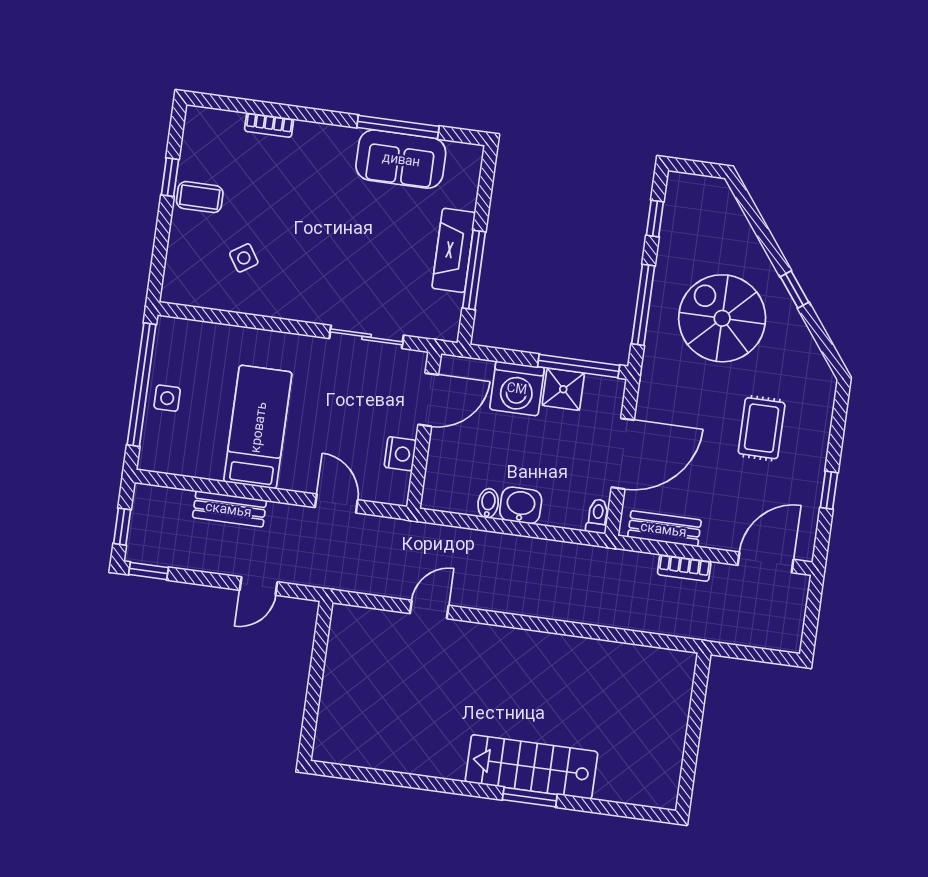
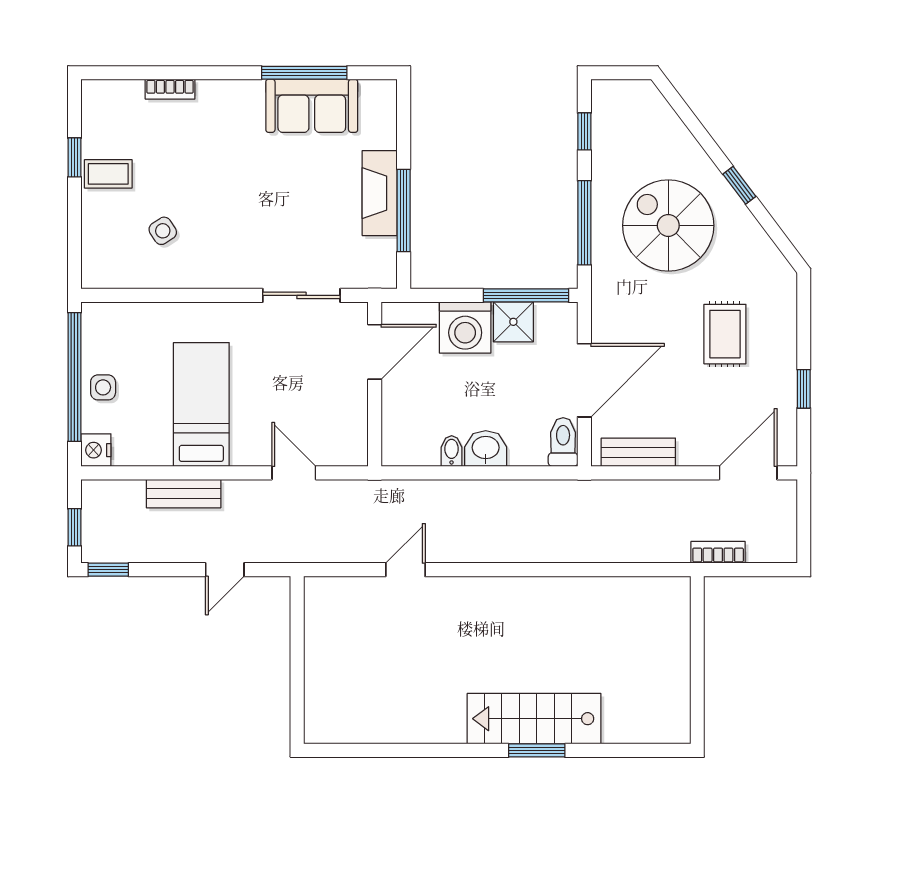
nightstand: (400, 454) -> (96, 450), moved, turned 180
toilet: (598, 516) -> (563, 442), width x1.37, depth x1.39
bookcase: (684, 568) -> (718, 552), moved, turned 180

